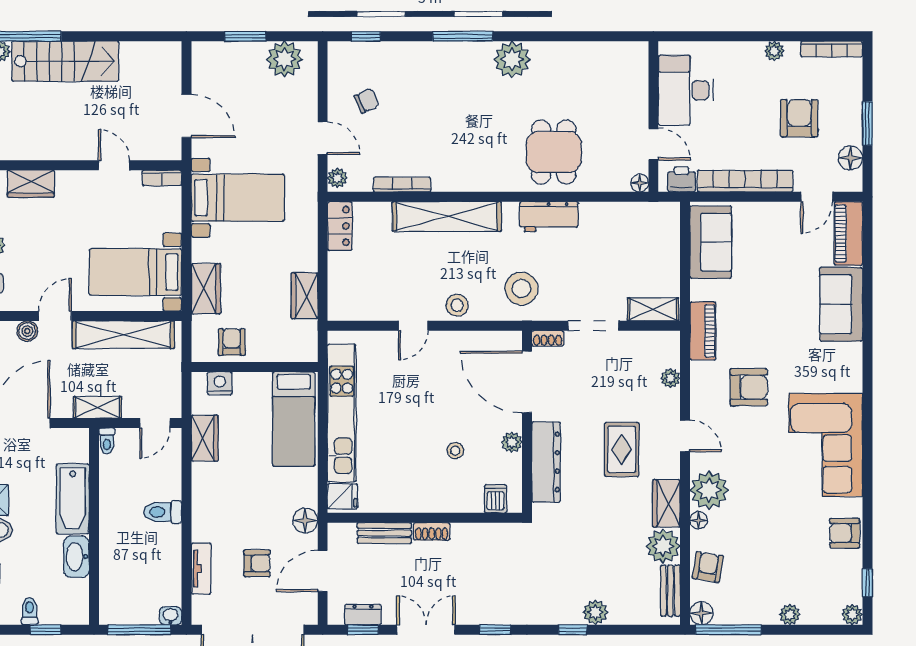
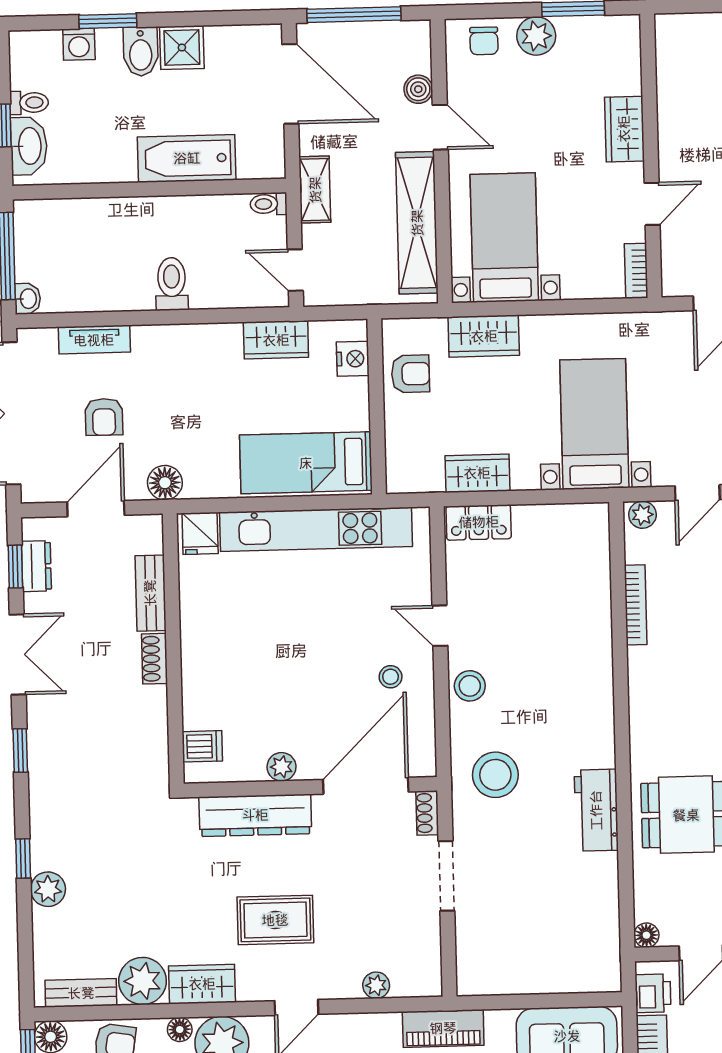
wardrobe: (31, 184) -> (624, 129), moved
bed with nightstands: (238, 198) -> (594, 424), moved, turned 180
shelving: (447, 217) -> (593, 668), removed
locker: (340, 226) -> (479, 522), moved
shelving: (653, 309) -> (471, 958), removed
stool: (455, 451) -> (391, 677), moved
washbasin: (76, 557) -> (29, 146), moved, turned 90
door: (323, 571) -> (96, 509), hinge flipped

